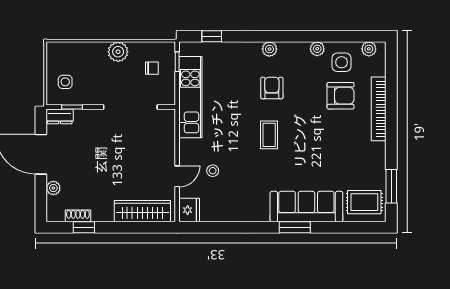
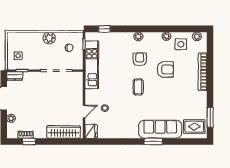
armchair: (341, 96) -> (165, 69), moved

